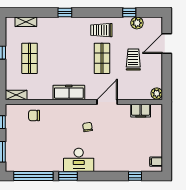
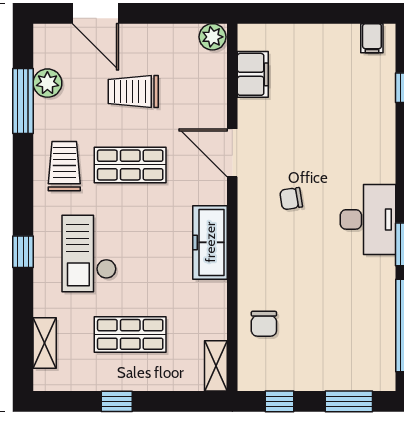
window: (129, 12) -> (23, 101), width x2.17
trolley: (101, 30) -> (64, 166), turned 180
checkout: (64, 41) -> (89, 254), added

